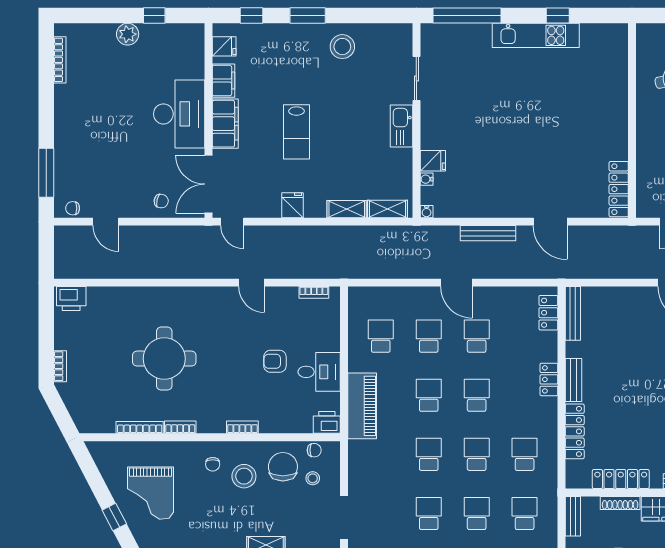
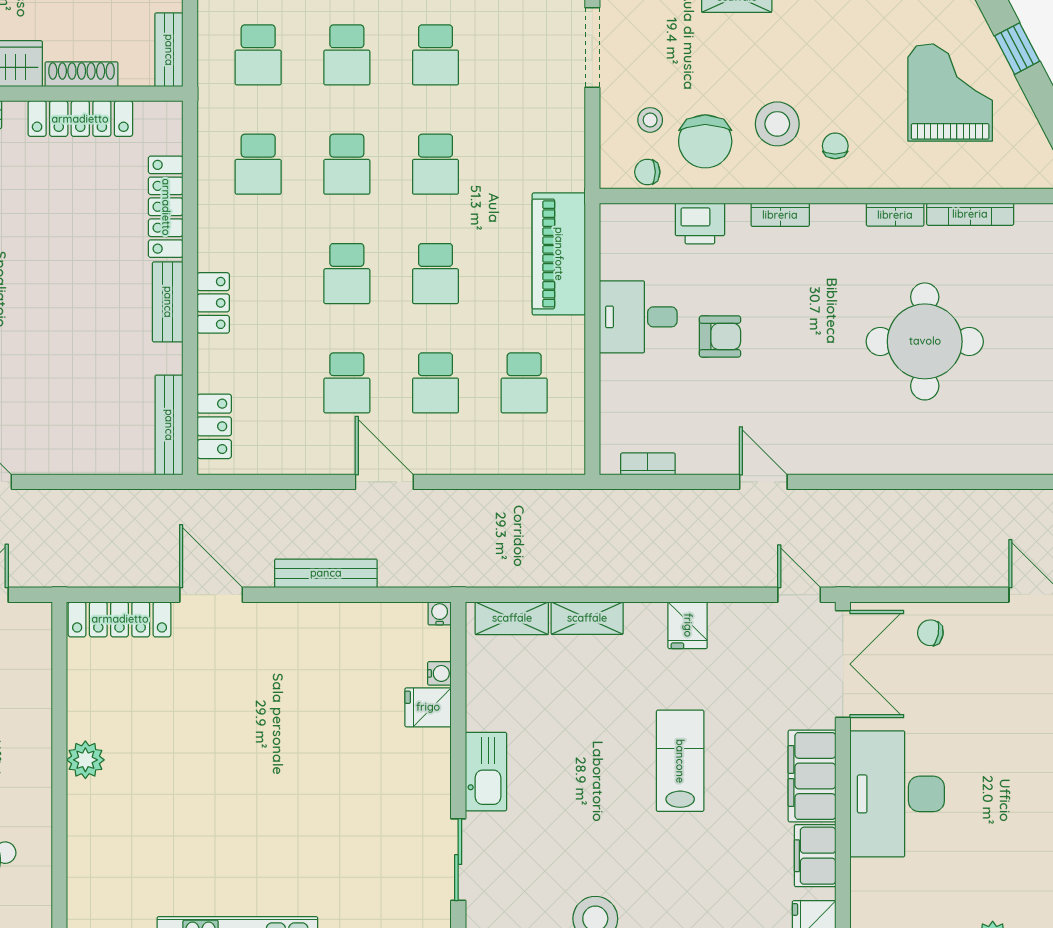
plant: (618, 132) -> (85, 760), added
locker: (619, 189) -> (120, 619), moved, turned 90
printer: (327, 422) -> (700, 223), moved

